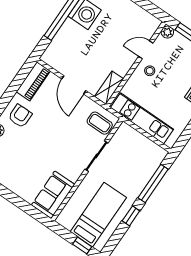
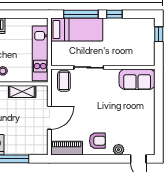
shelving: (109, 88) -> (22, 92), moved
armchair: (20, 116) -> (97, 141), turned 180
bed: (98, 215) -> (77, 30), moved, turned 180

